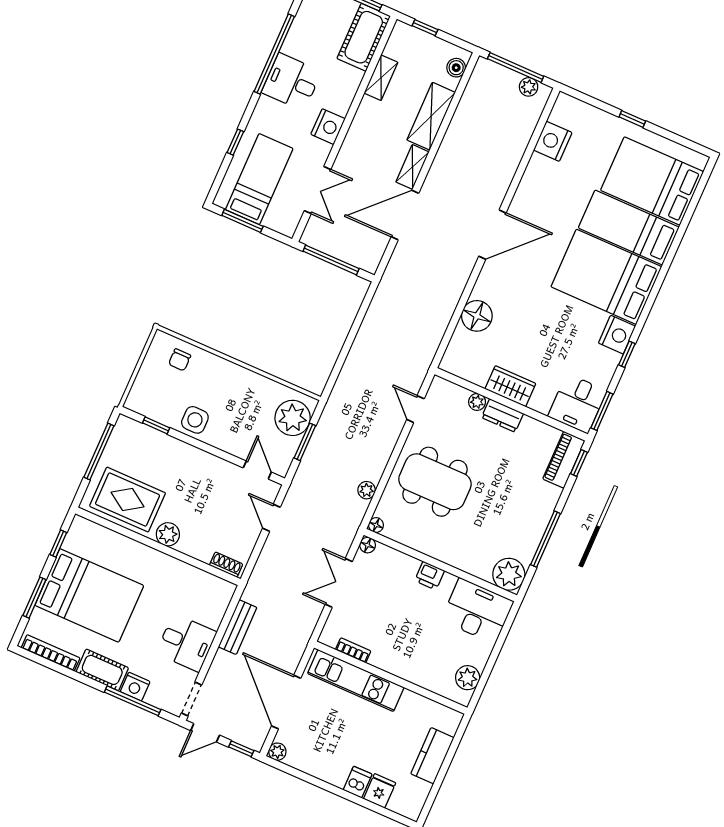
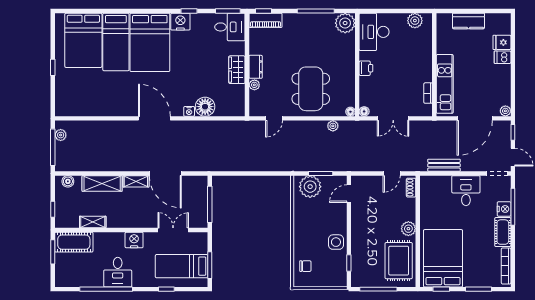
nightstand: (553, 141) -> (189, 111), moved, width x0.53, depth x0.56
door: (271, 518) -> (392, 173), moved
bed: (89, 595) -> (443, 258), moved

